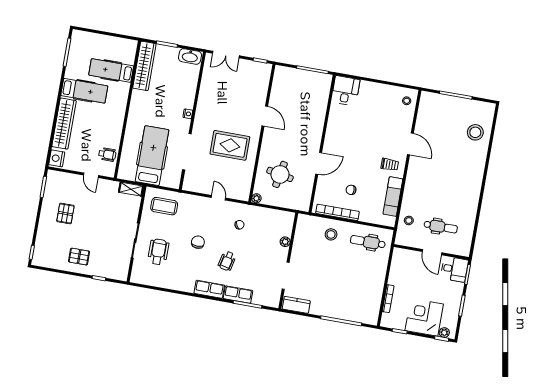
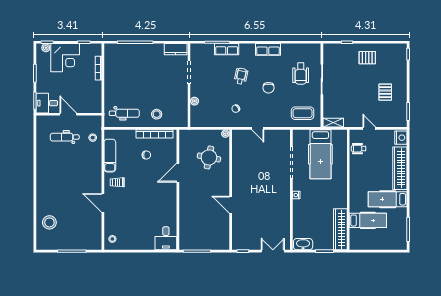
rug: (230, 145) -> (256, 175), removed
row of seats: (209, 289) -> (268, 49), moved

